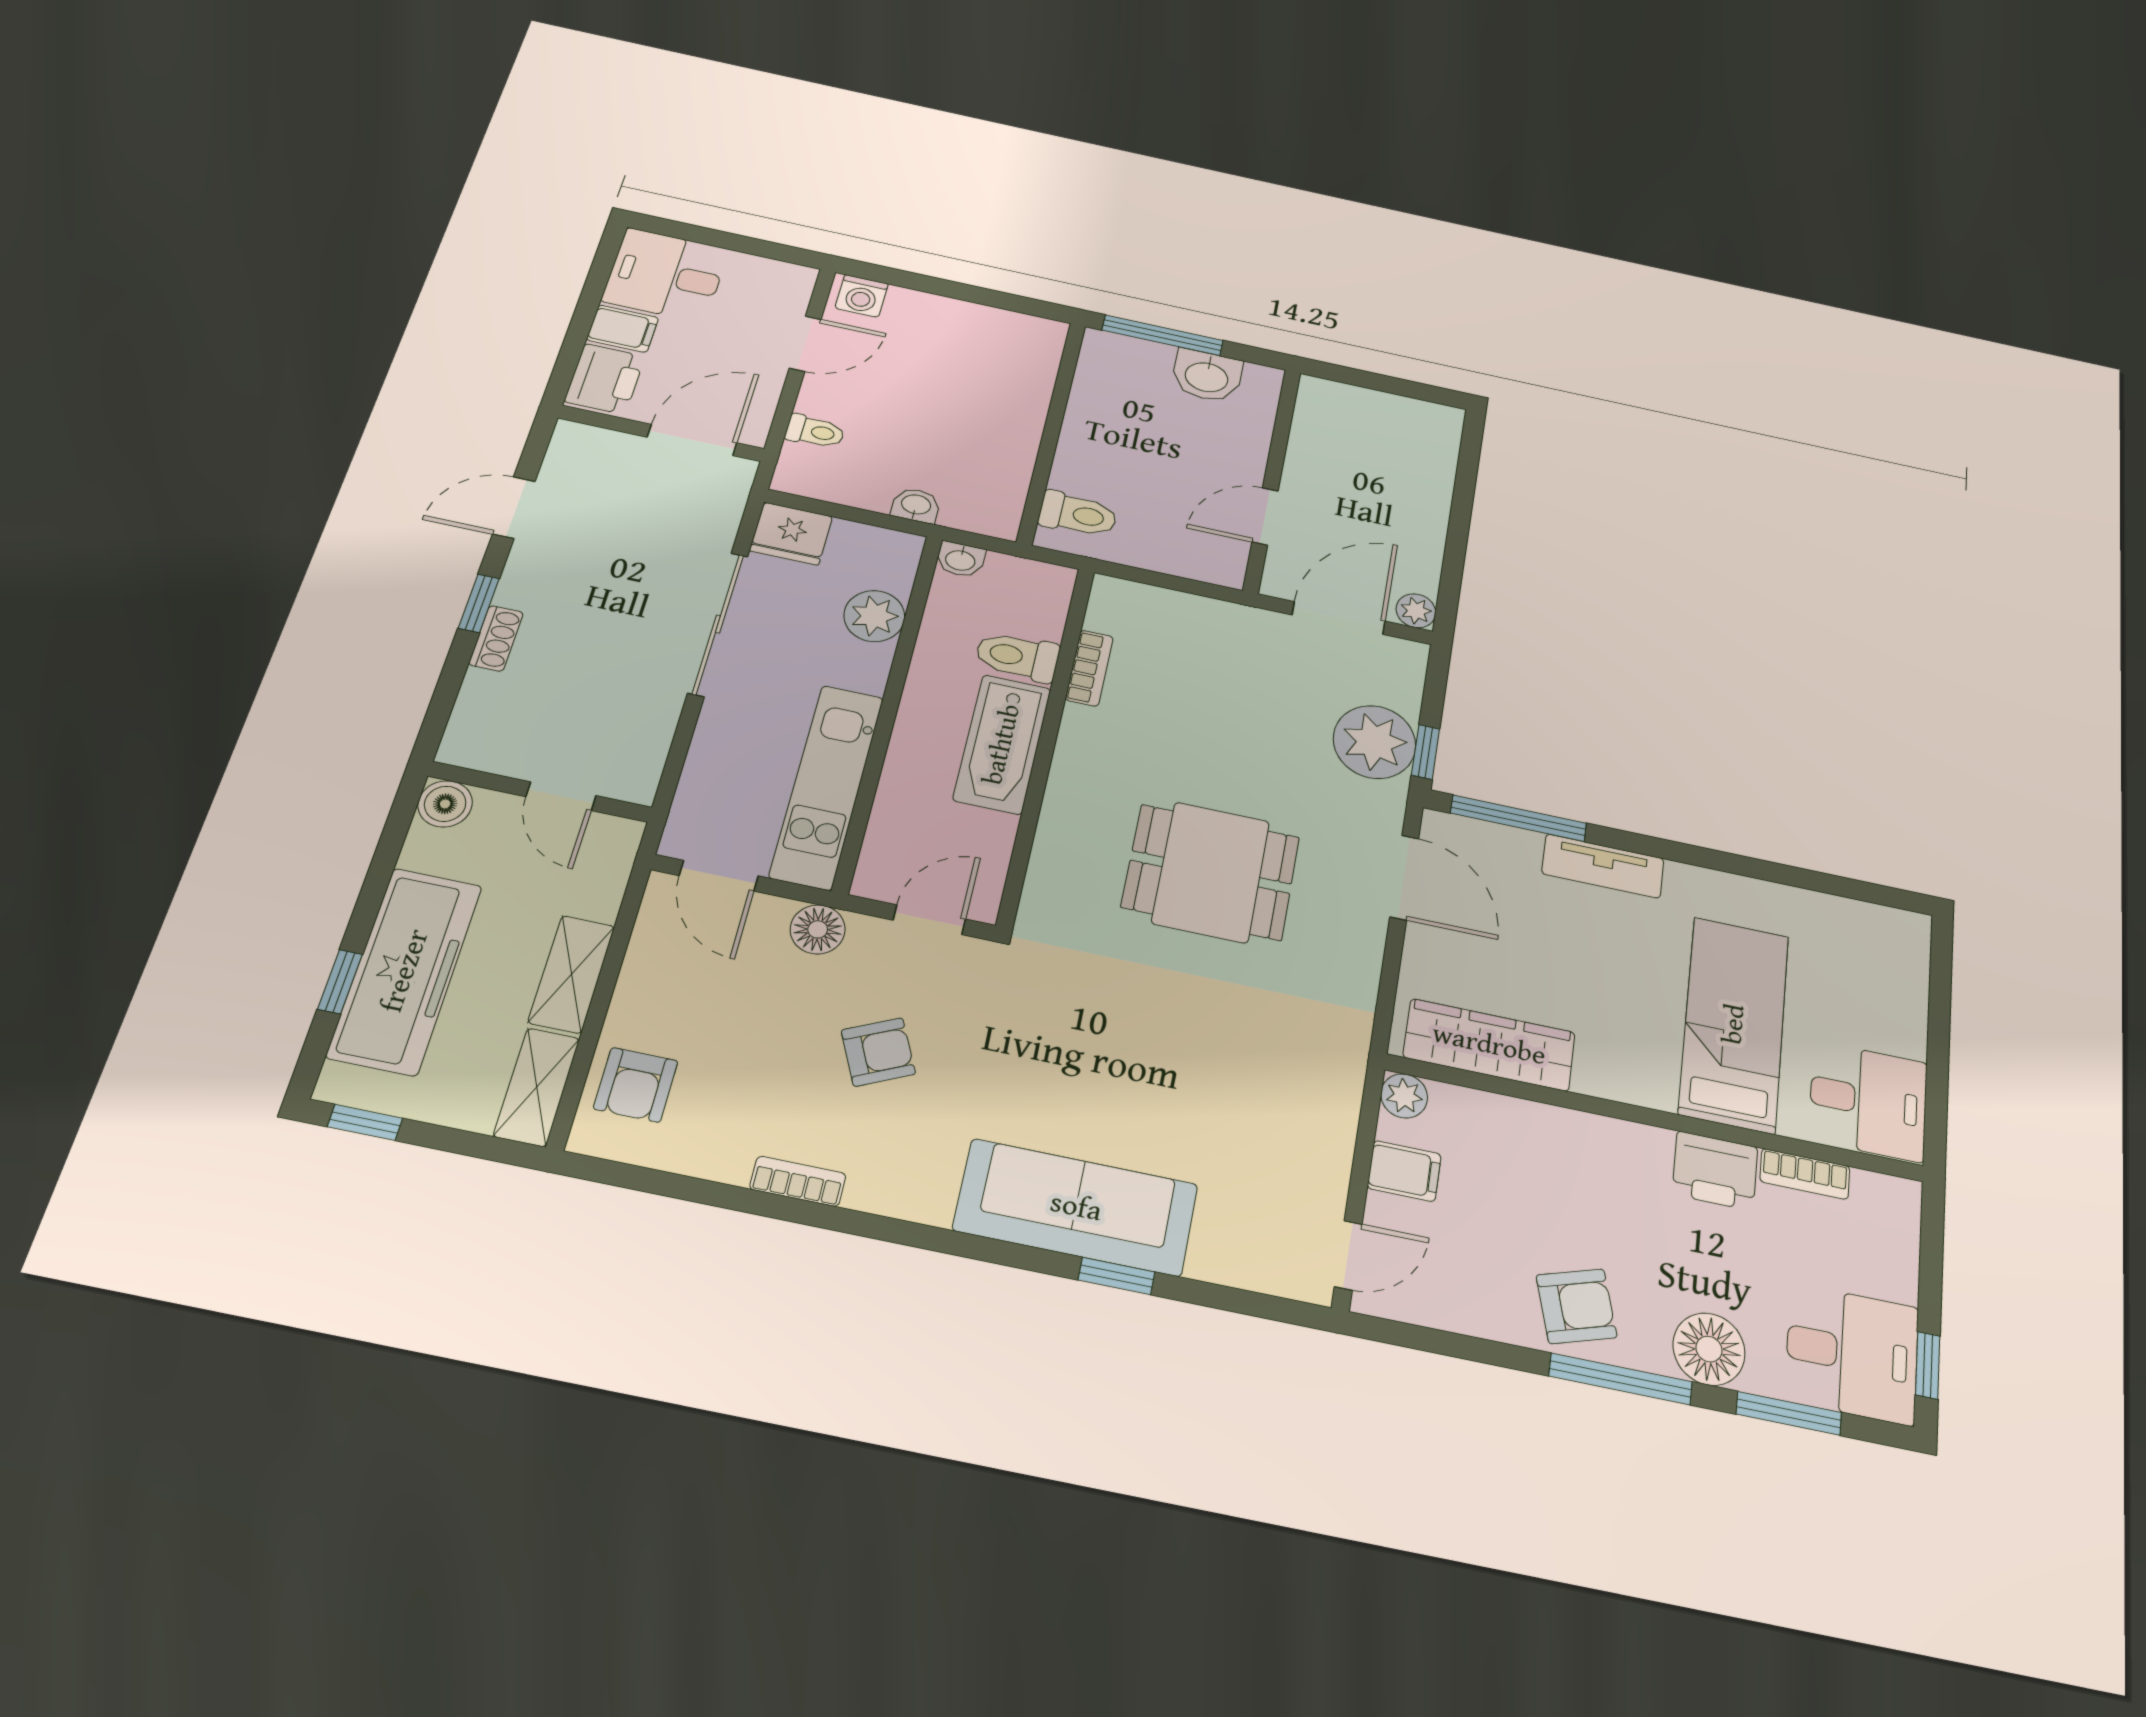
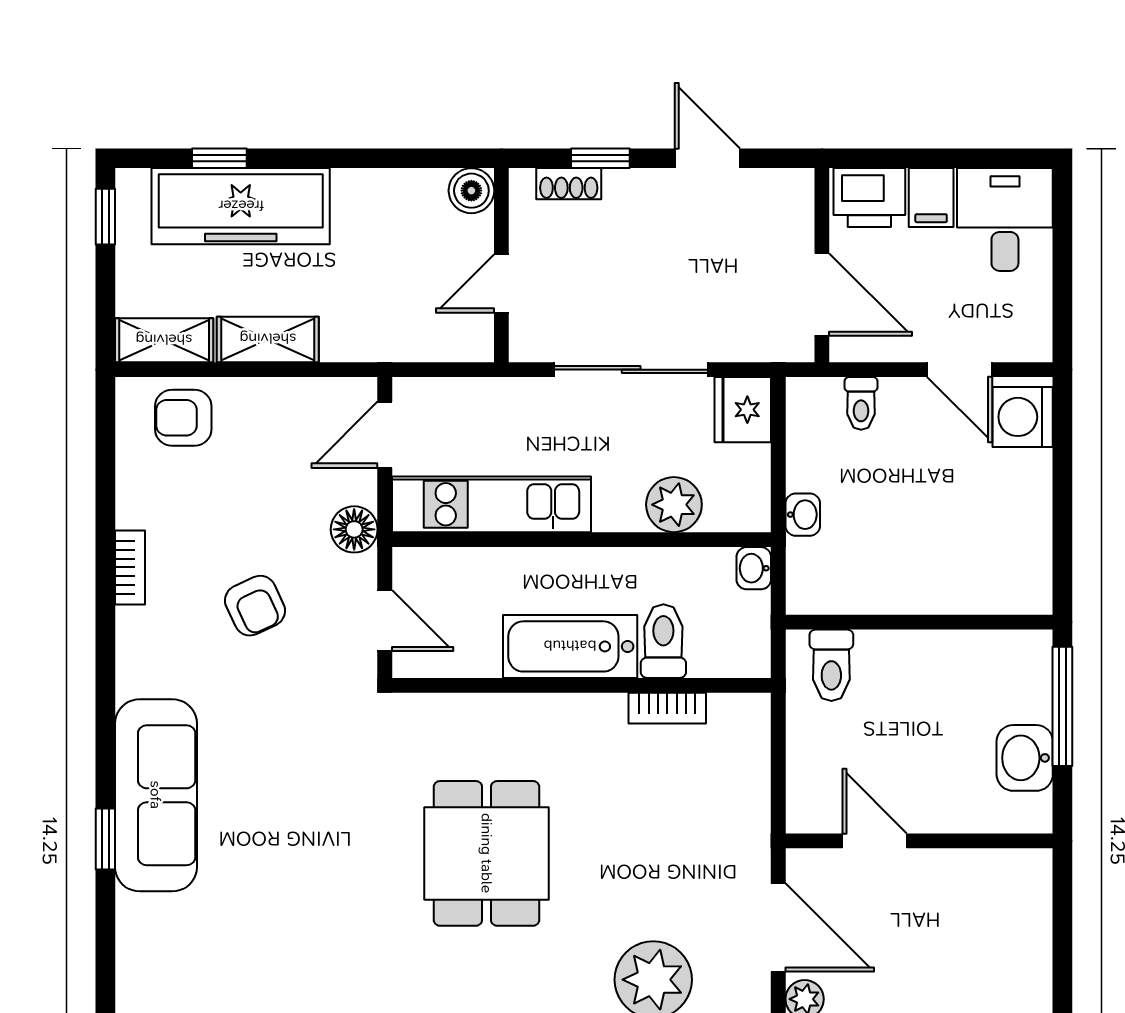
washing machine: (862, 296) -> (1023, 417), width x1.38, depth x1.38
wall: (540, 792) -> (501, 265), moved
door: (561, 796) -> (501, 284), moved
boiler: (445, 804) -> (471, 191), moved

